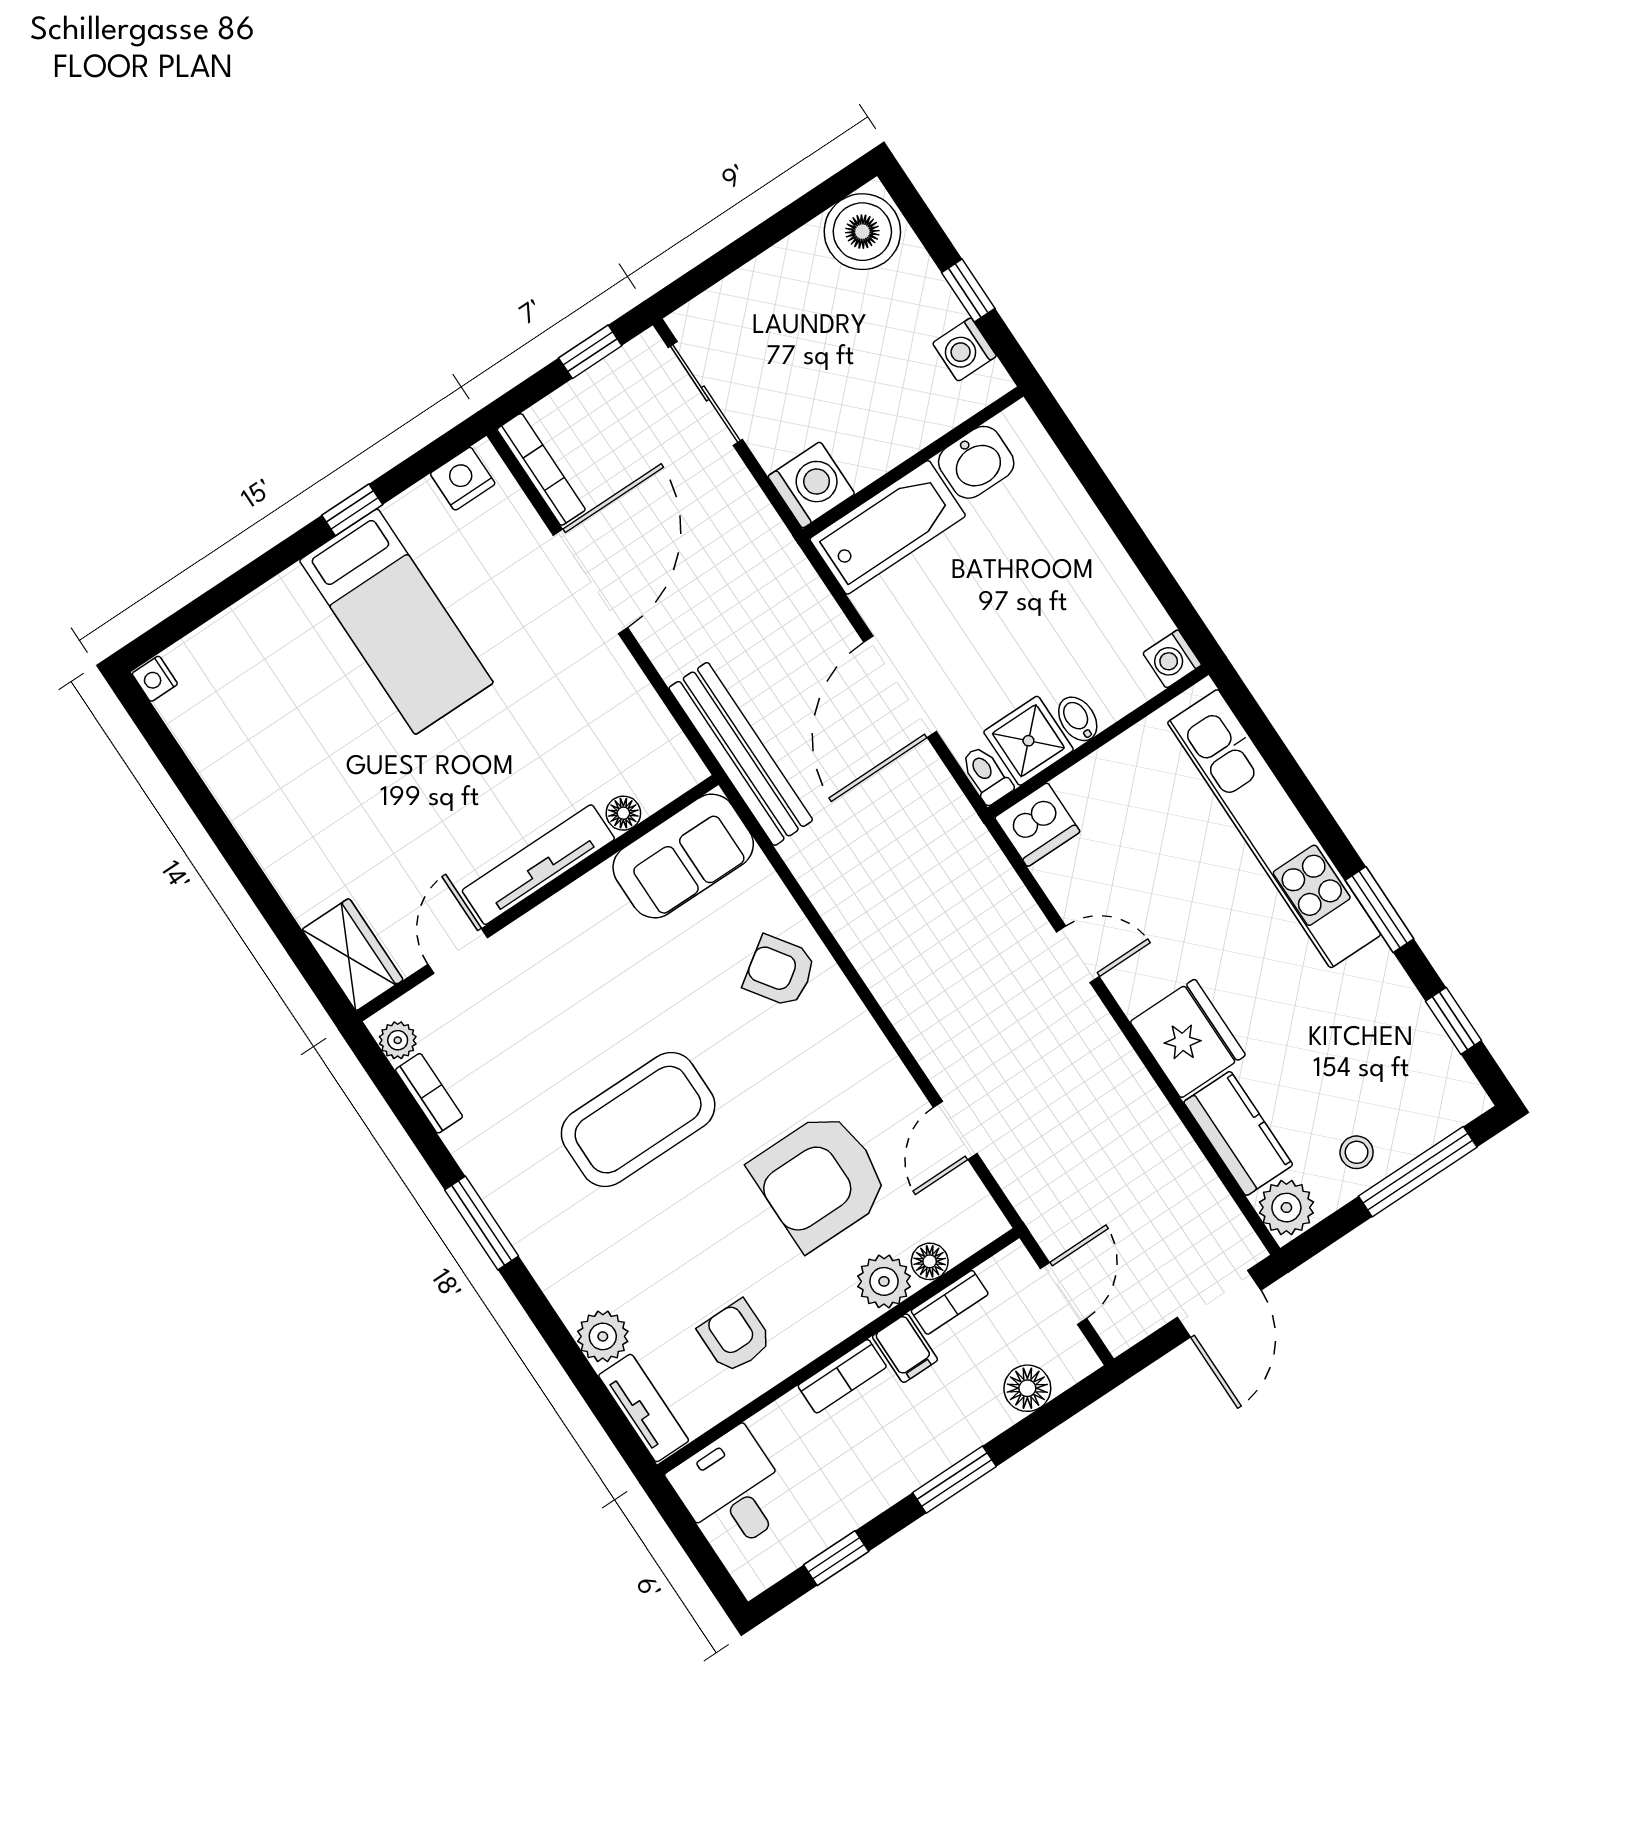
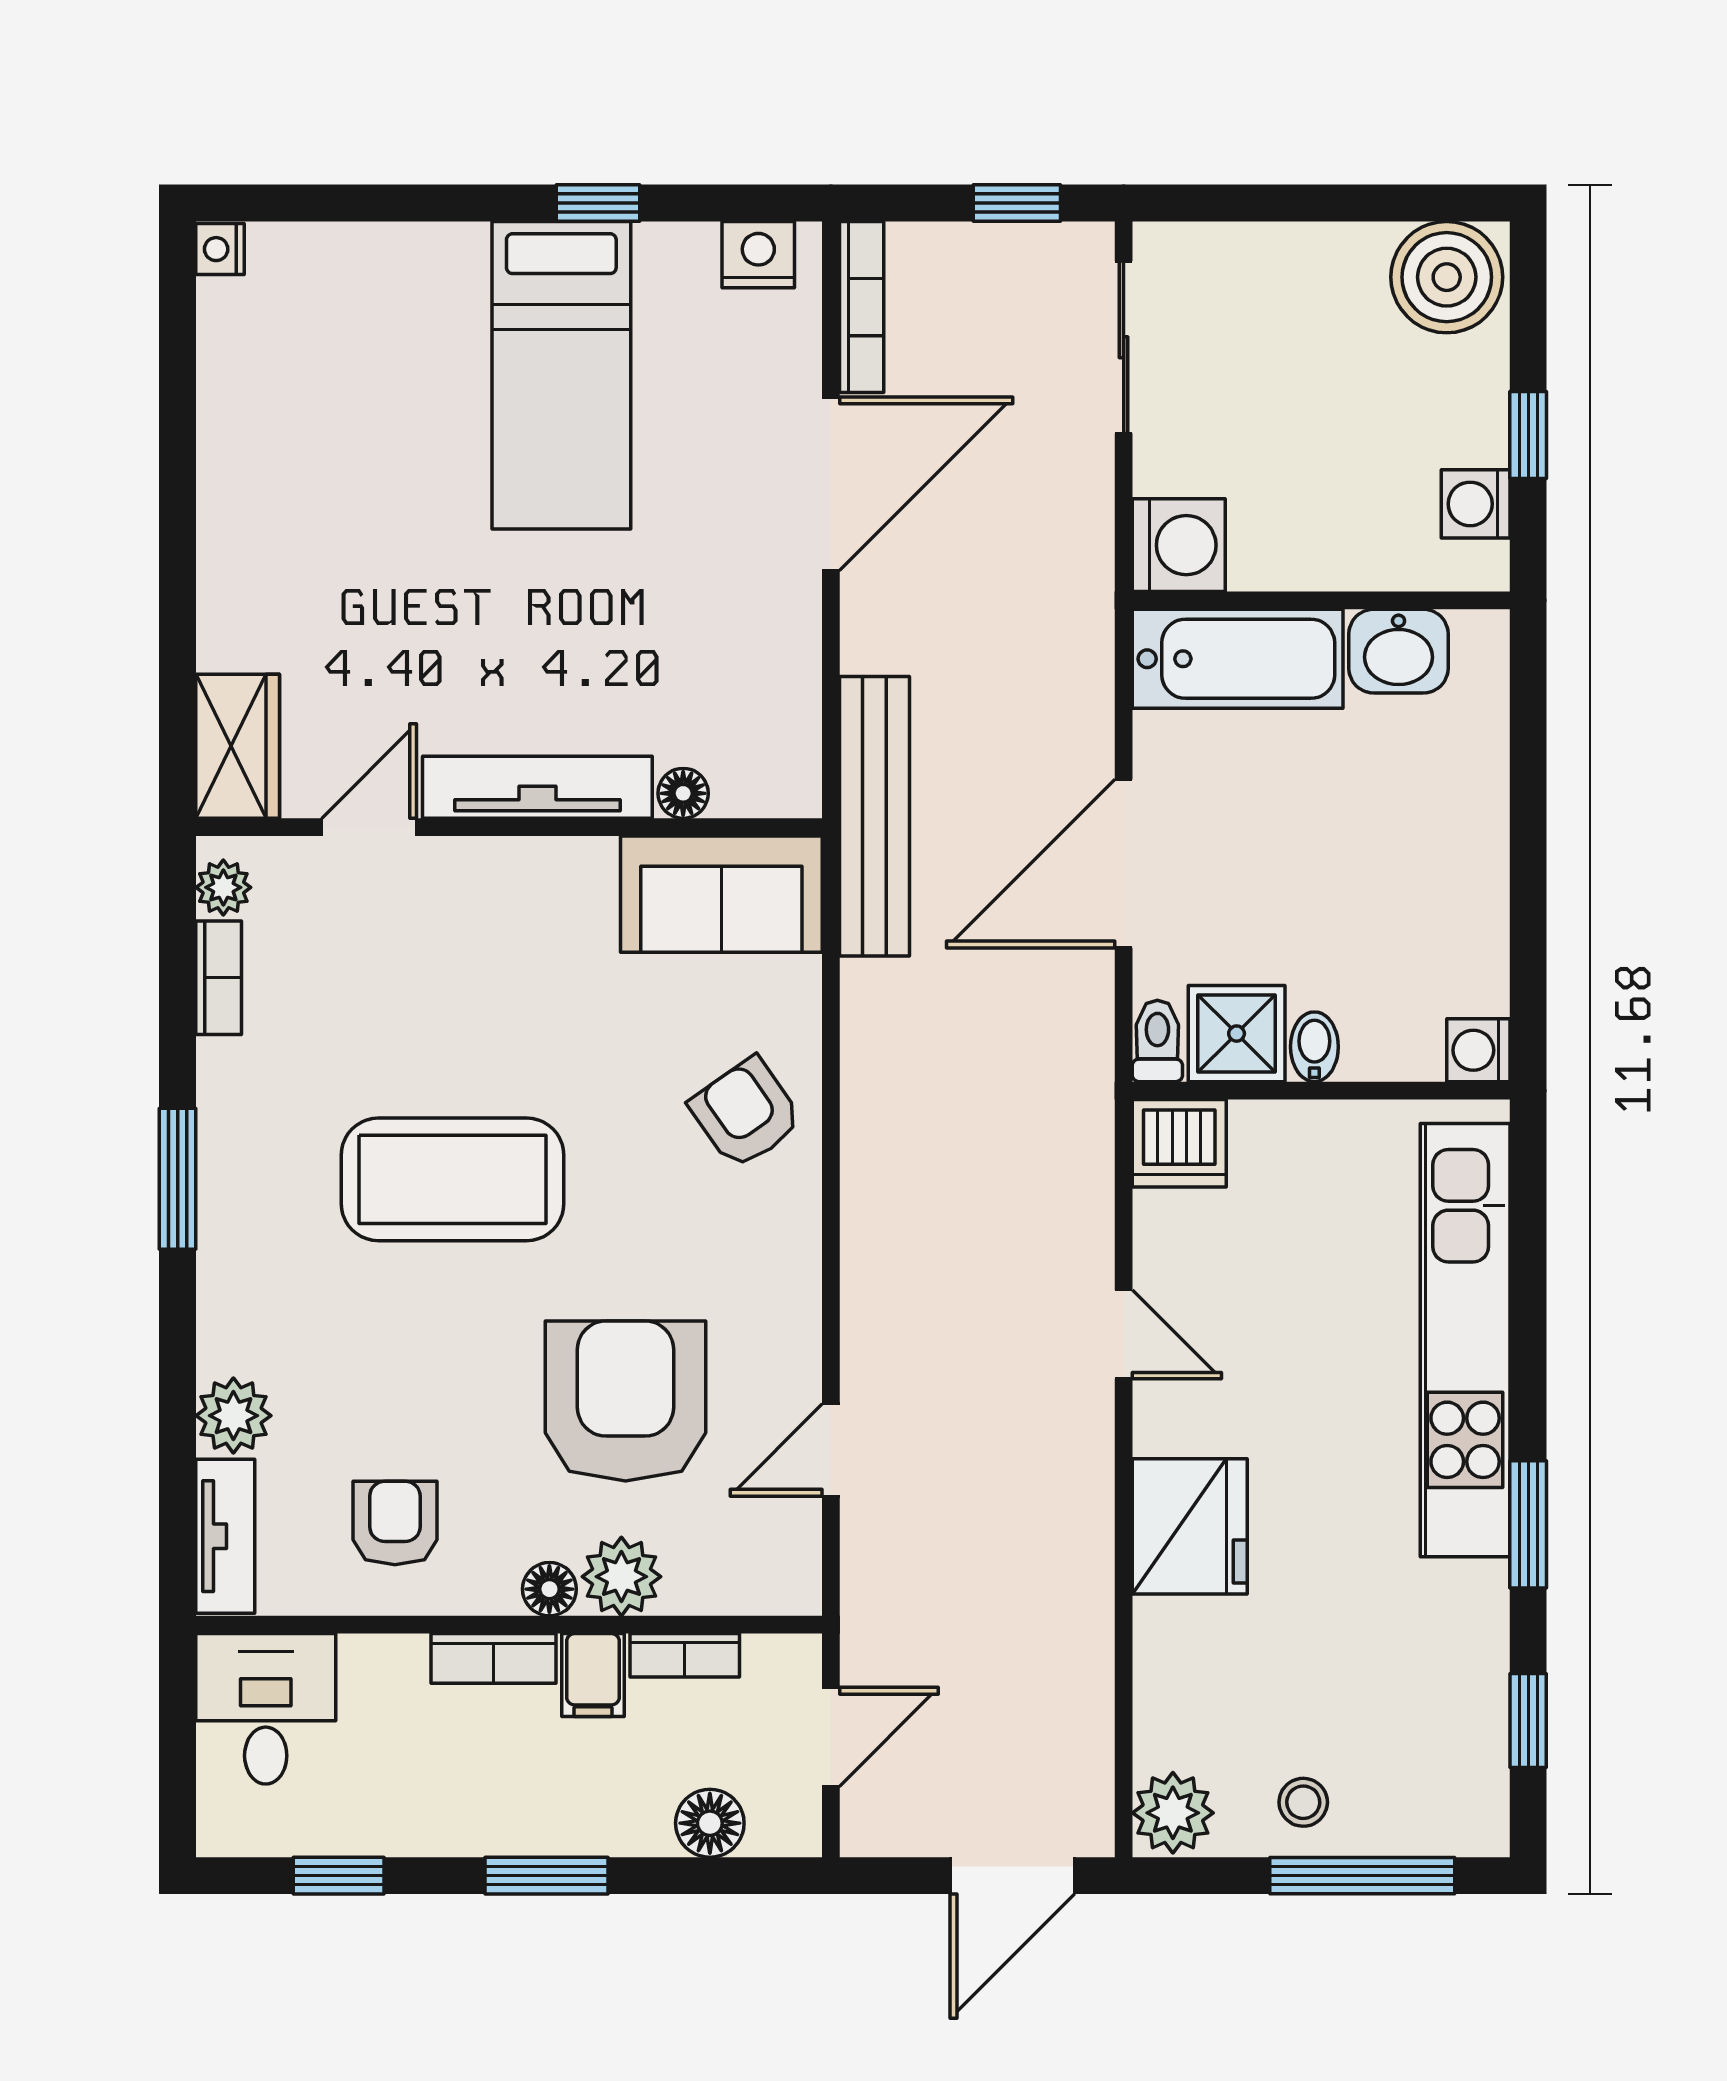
kitchen counter: (1238, 1133) -> (1174, 1683), removed
armchair: (820, 1180) -> (626, 1401), turned 90
floor lamp: (930, 1261) -> (549, 1589), moved

